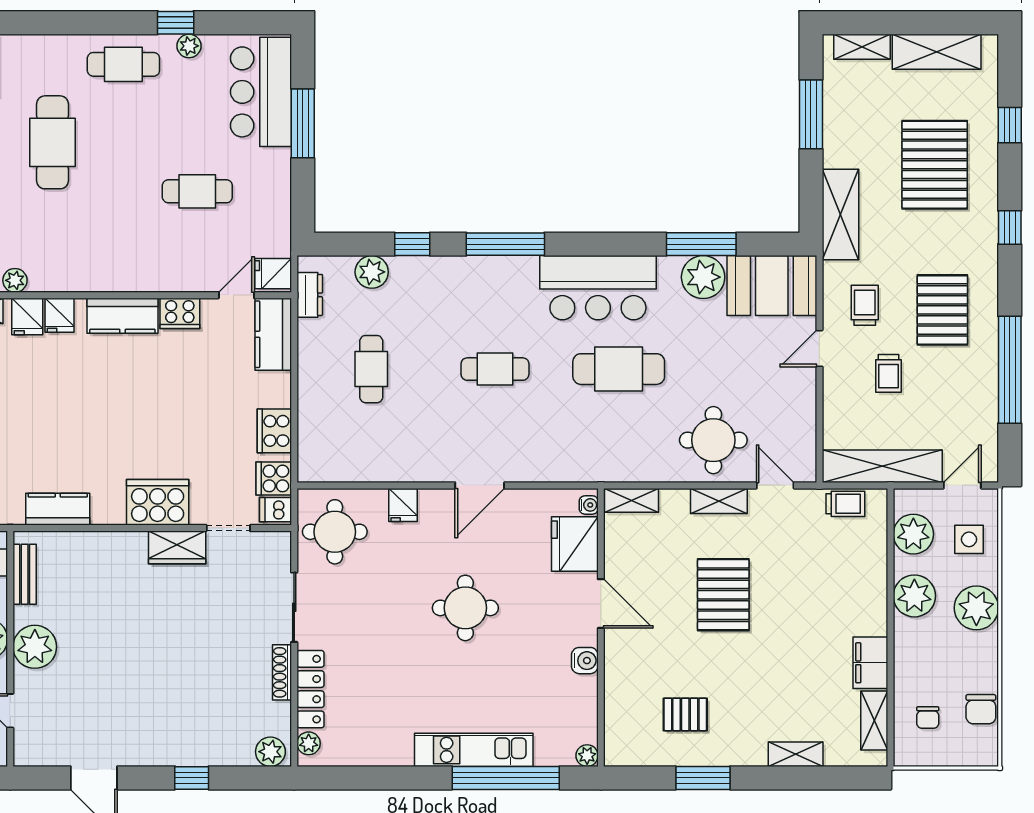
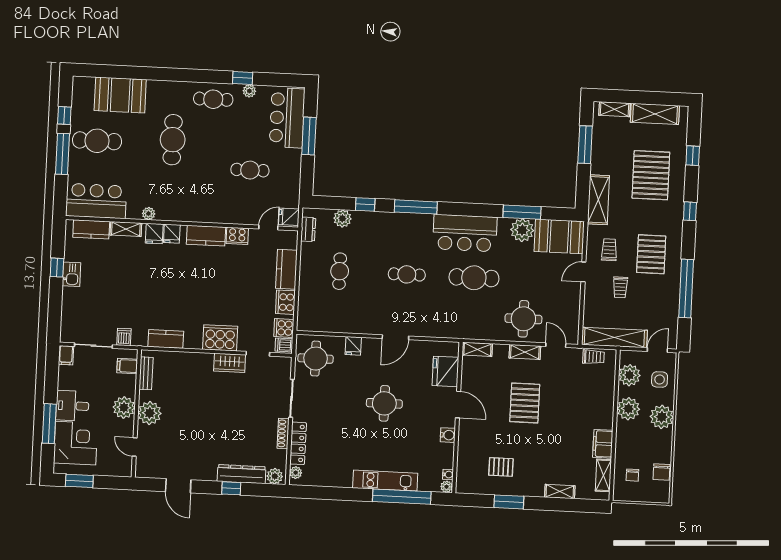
kitchen counter: (273, 334) -> (286, 269), moved
water cooler: (589, 505) -> (448, 475), moved
dresser: (209, 751) -> (241, 474), added

